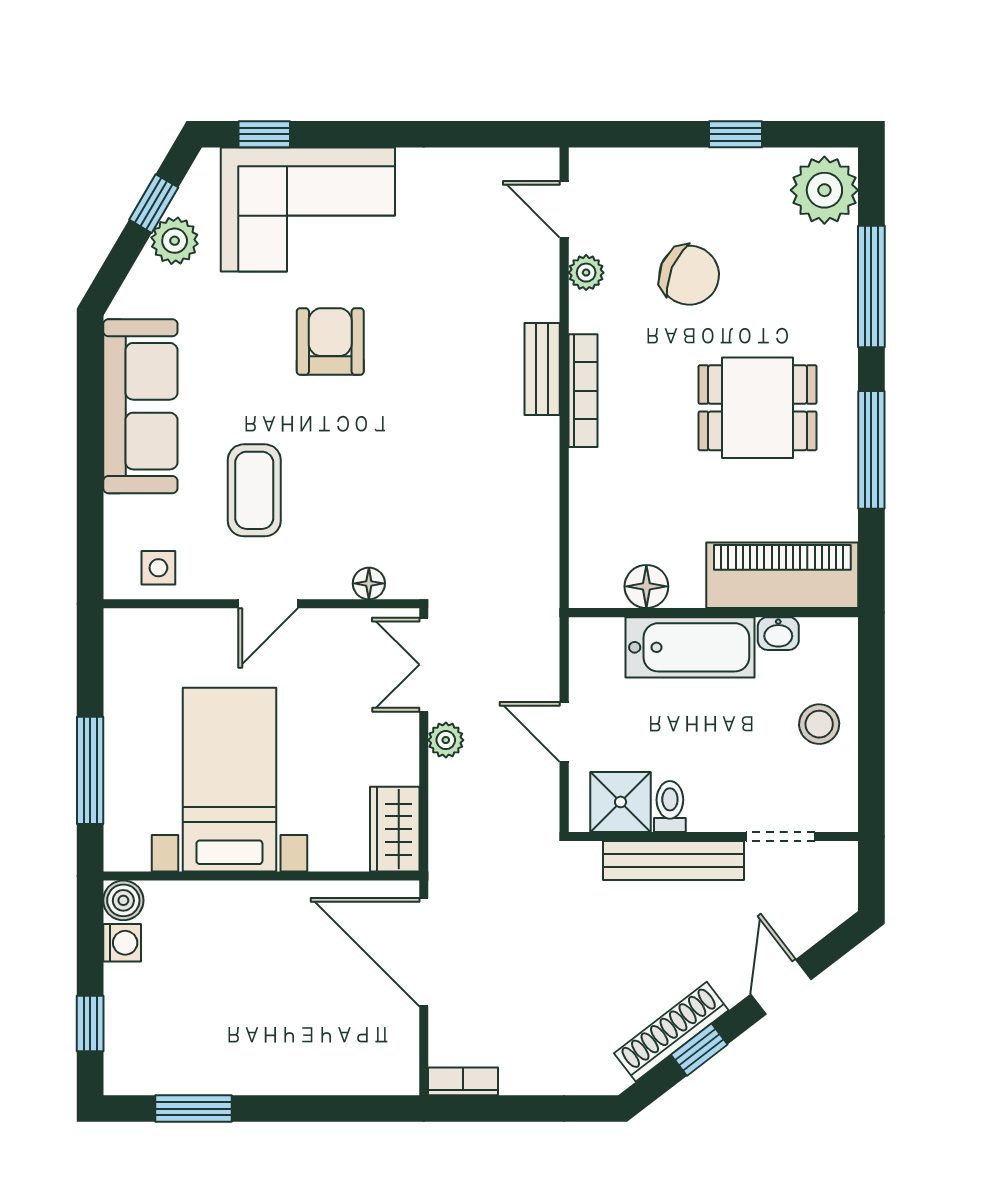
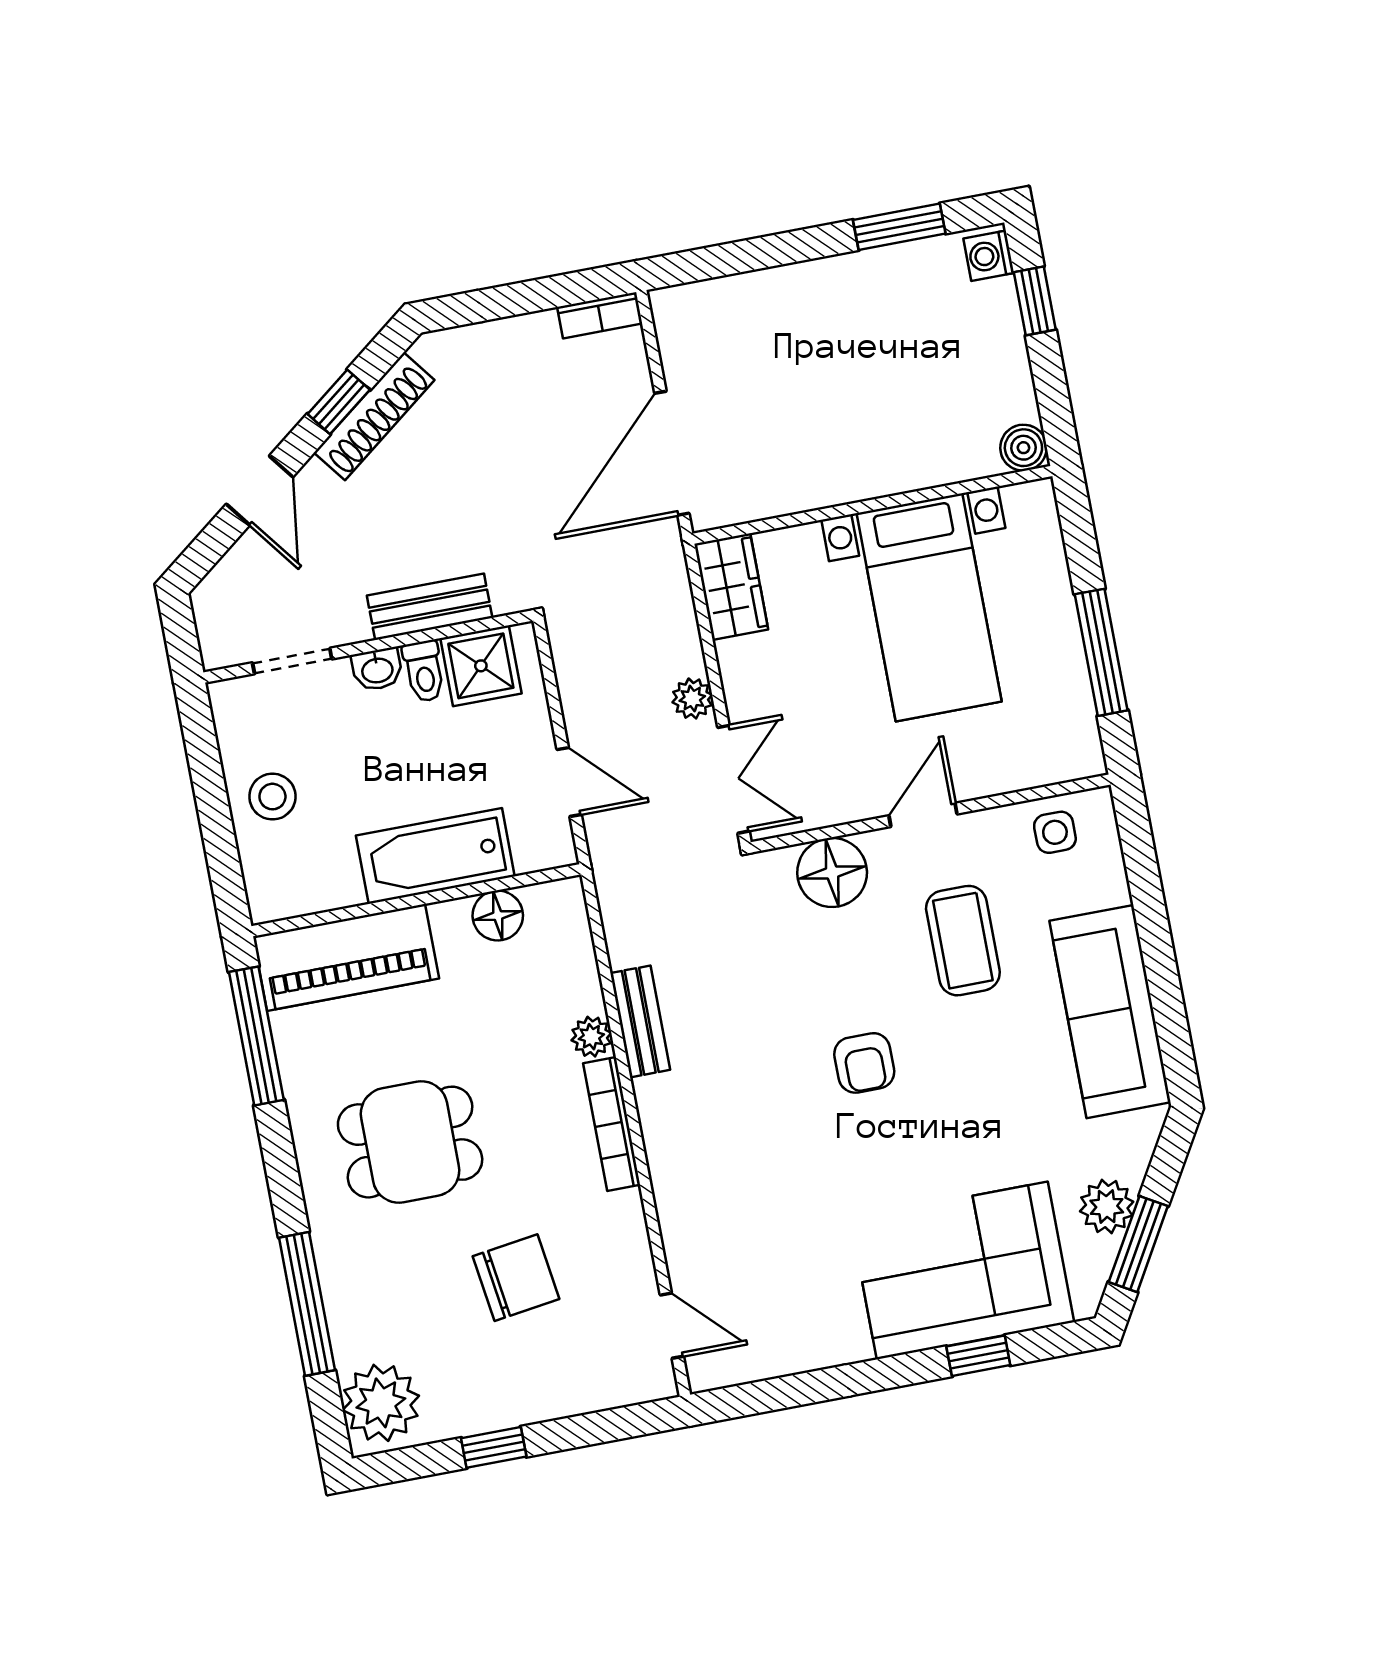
window: (264, 134) -> (978, 1356), moved
window: (154, 204) -> (1138, 1244), width x1.50
plant: (586, 273) -> (591, 1037), moved
chair: (689, 275) -> (516, 1278), turned 149
armchair: (330, 342) -> (864, 1063), moved, width x0.72, depth x0.72
bench: (542, 369) -> (640, 1021), moved
window: (871, 450) -> (256, 1036), moved
floor lamp: (369, 583) -> (832, 873), width x1.89, depth x1.89
washbasin: (778, 634) -> (377, 669), moved, turned 180
door: (564, 732) -> (569, 782), moved
window: (90, 770) -> (1101, 652), moved
bench: (674, 861) -> (430, 607), width x0.73
washing machine: (122, 943) -> (989, 256), moved
door: (424, 952) -> (672, 453), swing flipped

